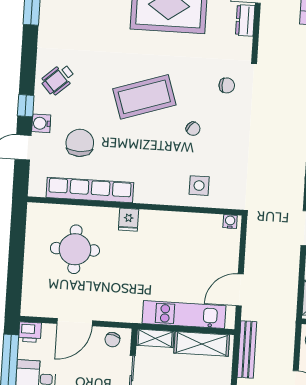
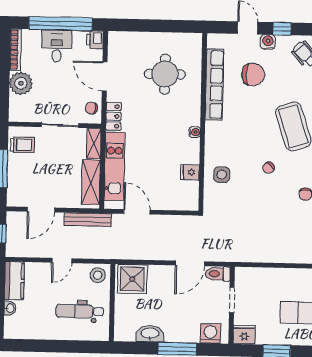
fridge: (129, 220) -> (190, 172), moved
water cooler: (230, 222) -> (195, 132), moved
locker: (123, 313) -> (114, 116), added

